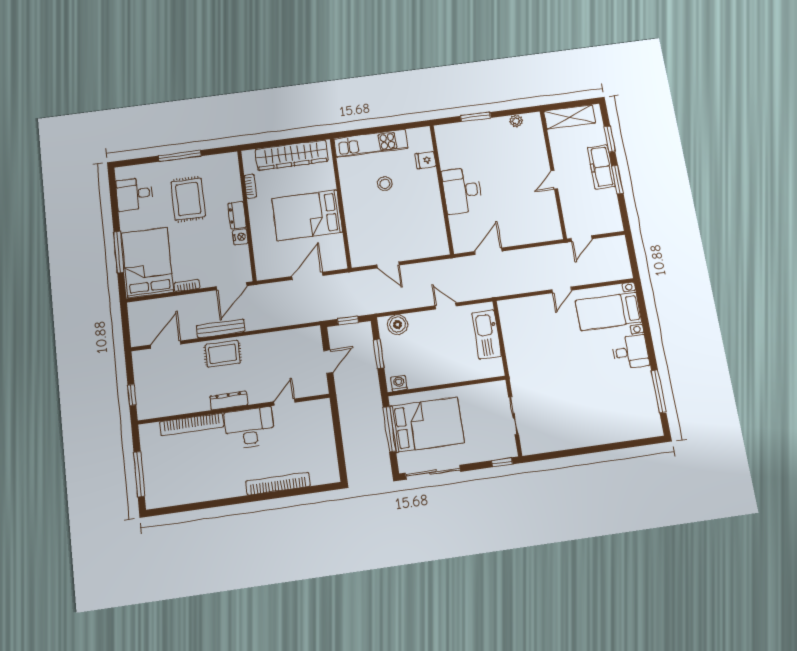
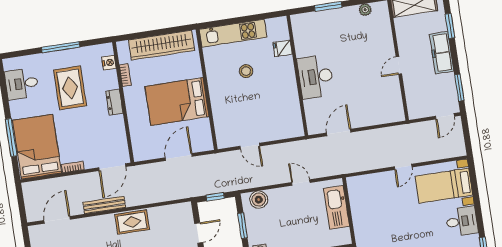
window: (617, 180) -> (459, 88), moved
nightstand: (240, 237) -> (109, 63), moved
door: (581, 239) -> (445, 116), moved
rug: (223, 354) -> (132, 222), moved

